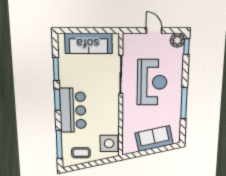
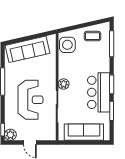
reception desk: (152, 82) -> (30, 100), turned 180
plant: (113, 100) -> (64, 84), added
bar counter: (73, 110) -> (99, 92), moved
sofa: (154, 139) -> (28, 49), width x1.36

